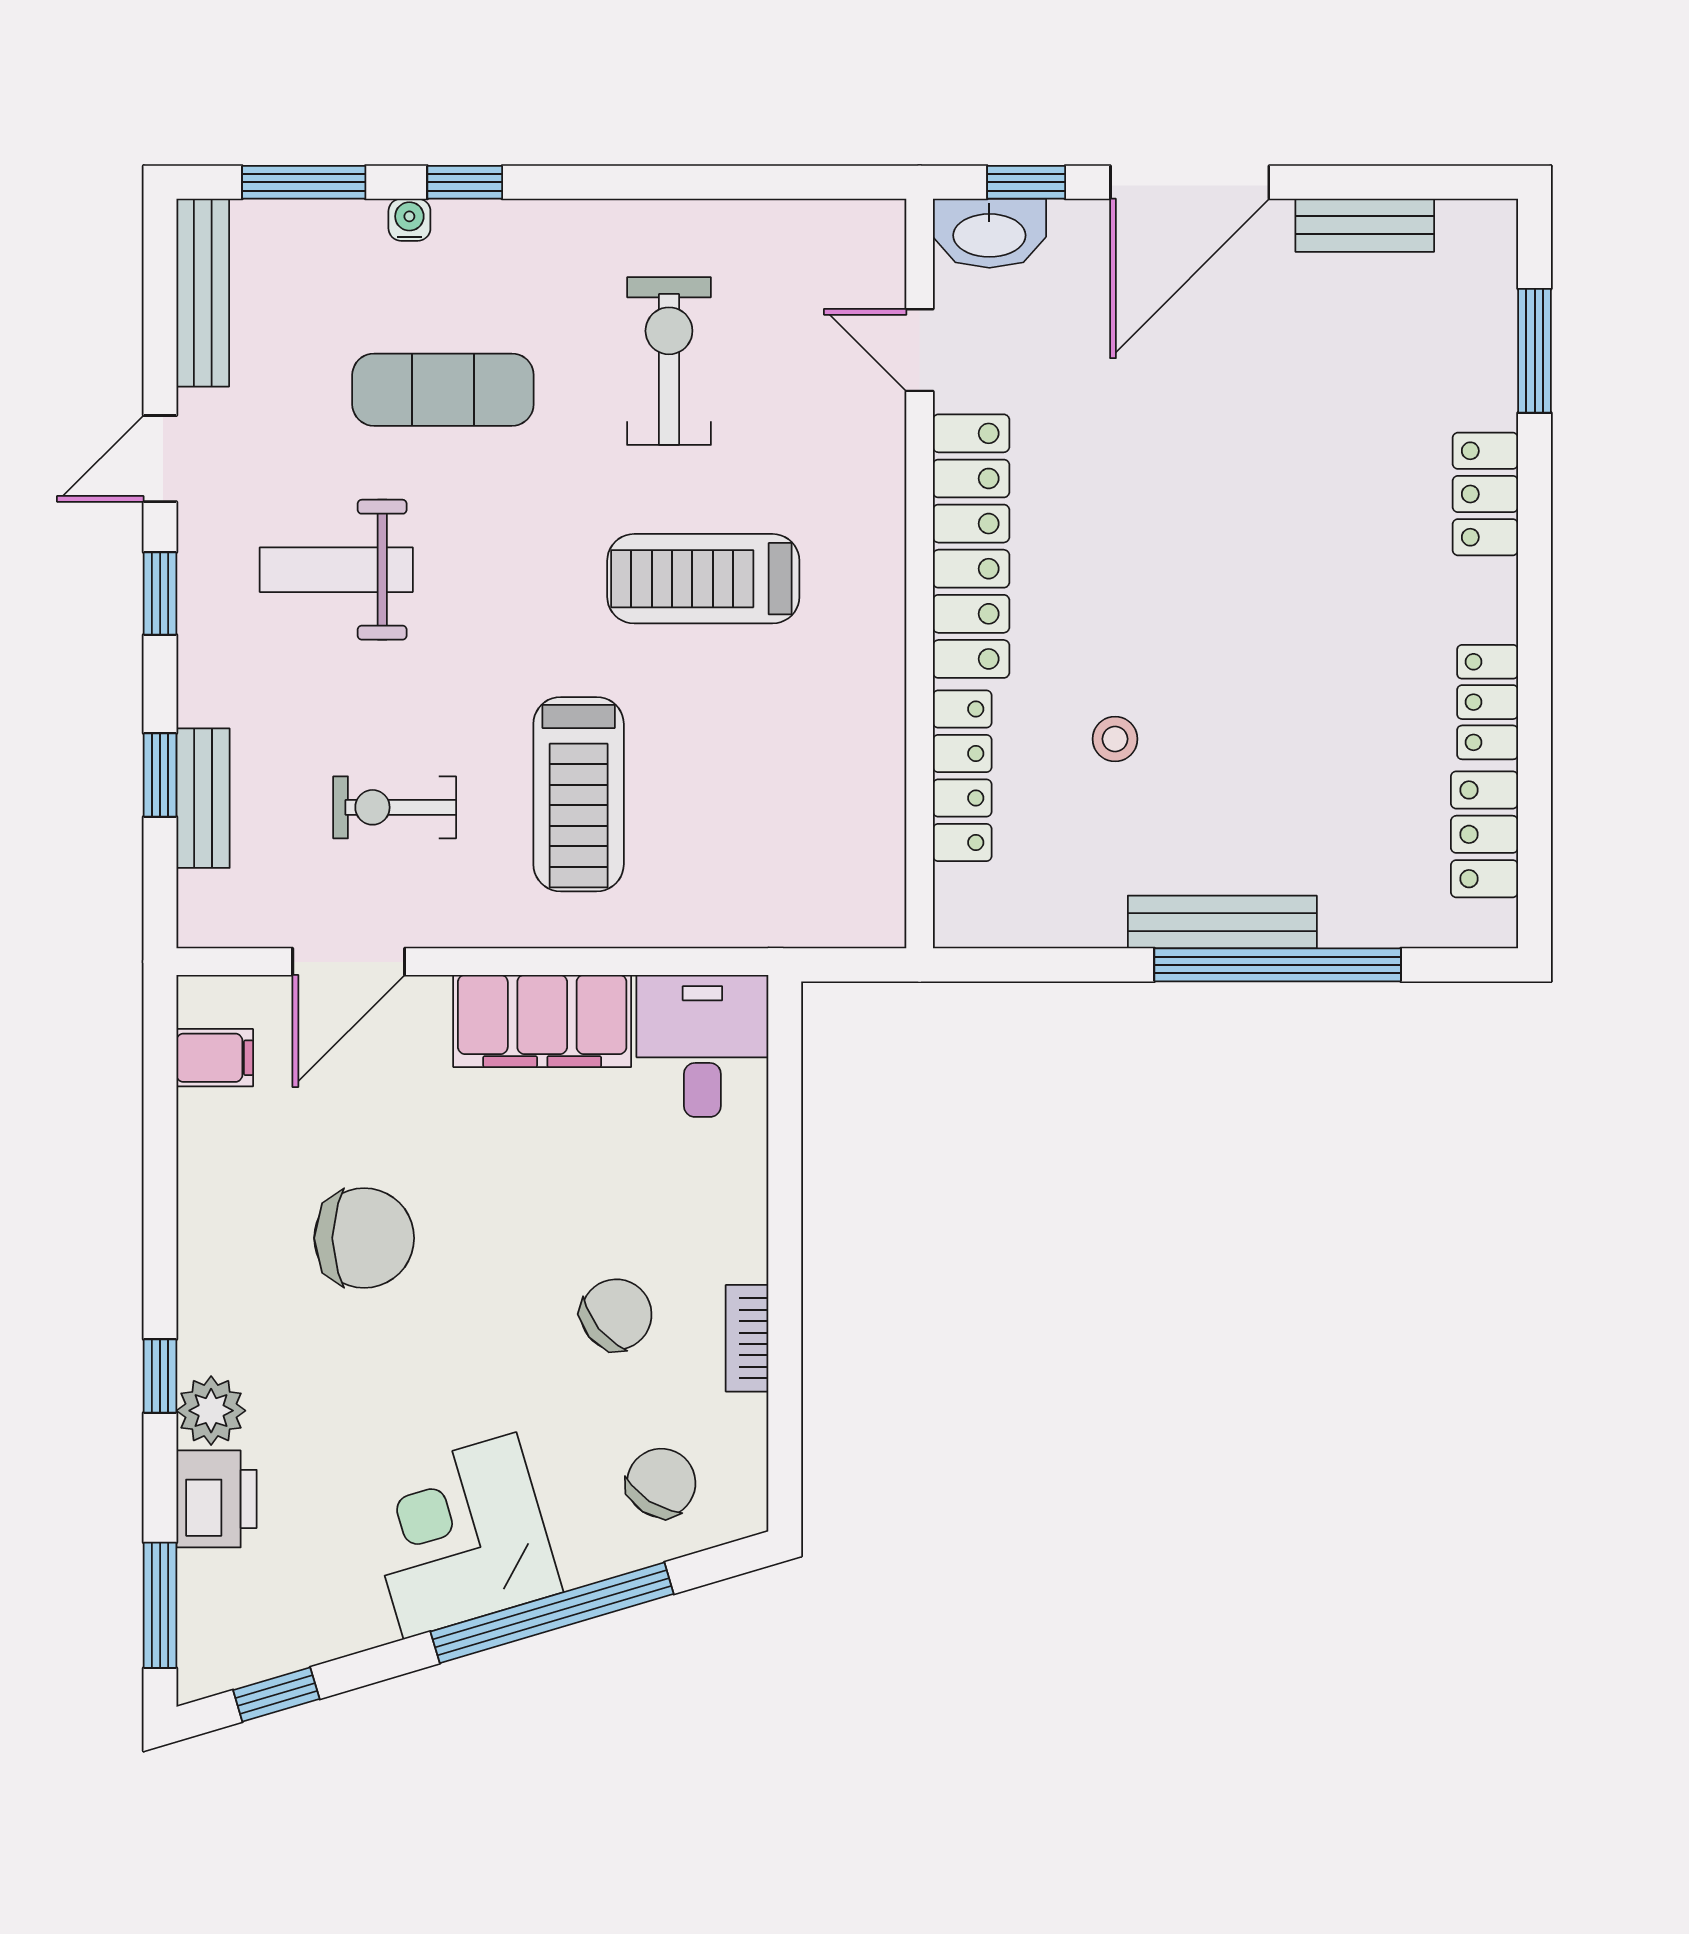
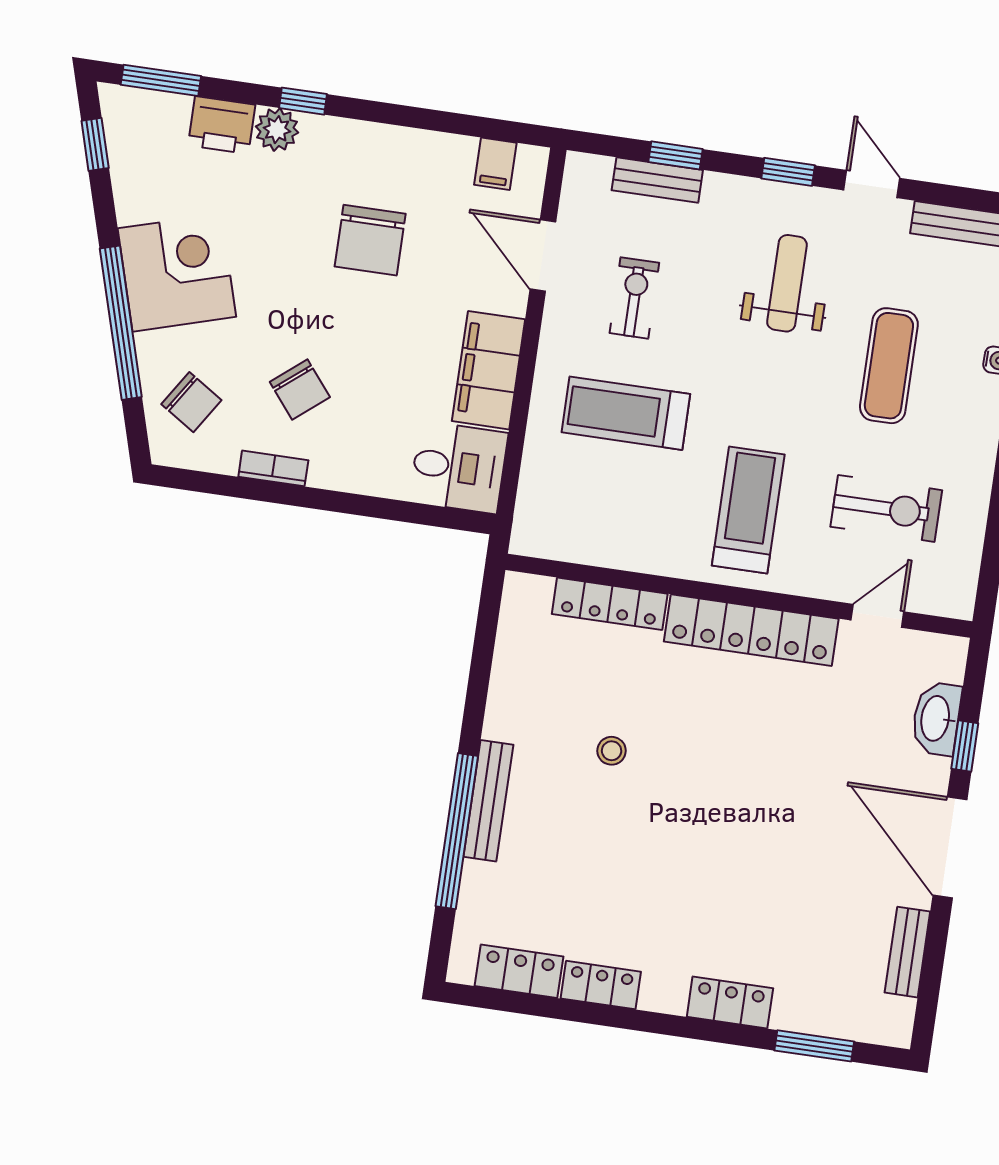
door: (920, 350) -> (877, 616), moved
locker: (971, 546) -> (751, 630), moved
wall: (920, 574) -> (739, 596), moved
locker: (962, 776) -> (610, 604), moved

